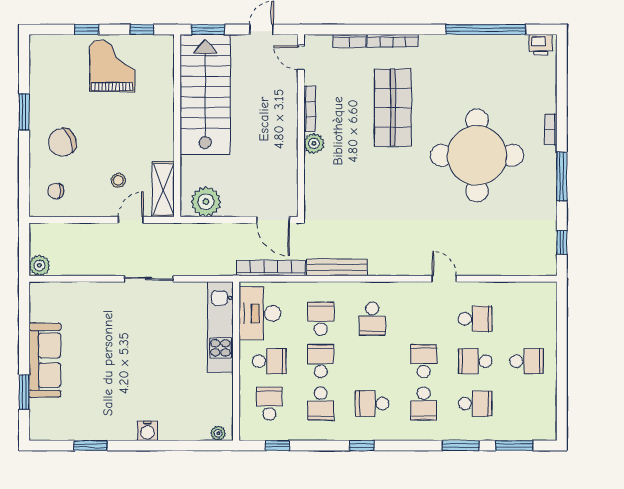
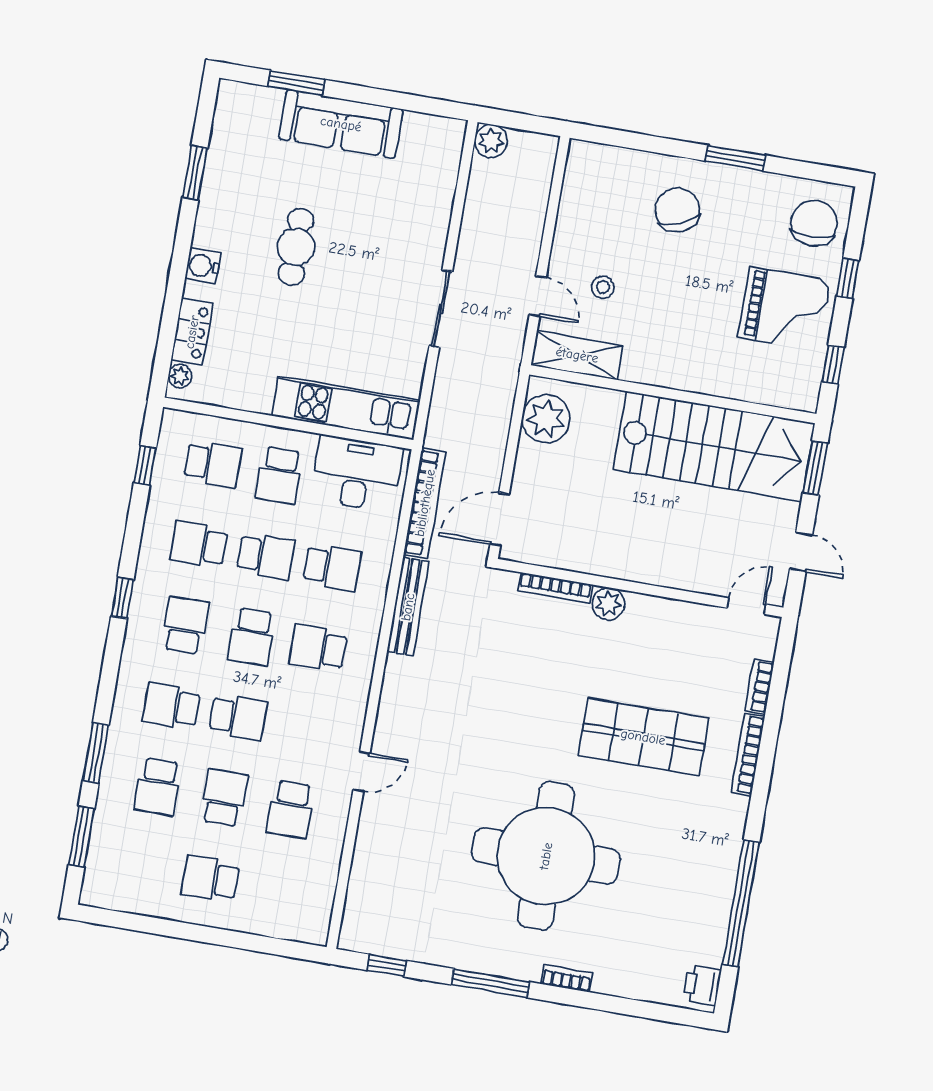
bookcase: (310, 109) -> (555, 588), moved
chair: (56, 191) -> (814, 223), moved, width x1.87, depth x1.87
school desk: (372, 361) -> (252, 637), added
school desk: (527, 361) -> (210, 879), turned 90
cafe table: (126, 375) -> (296, 247), added
locker: (189, 431) -> (192, 332), added

